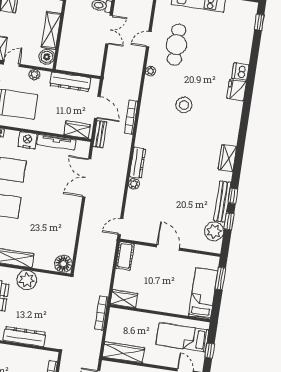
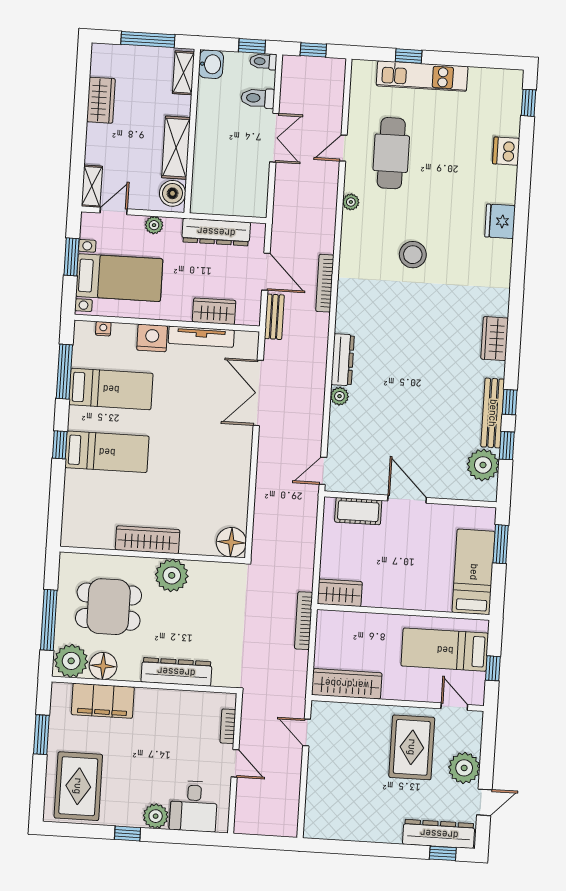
dishwasher: (240, 72) -> (506, 151), moved
wardrobe: (77, 130) -> (214, 311), moved
cot: (125, 256) -> (358, 511), moved, turned 90

